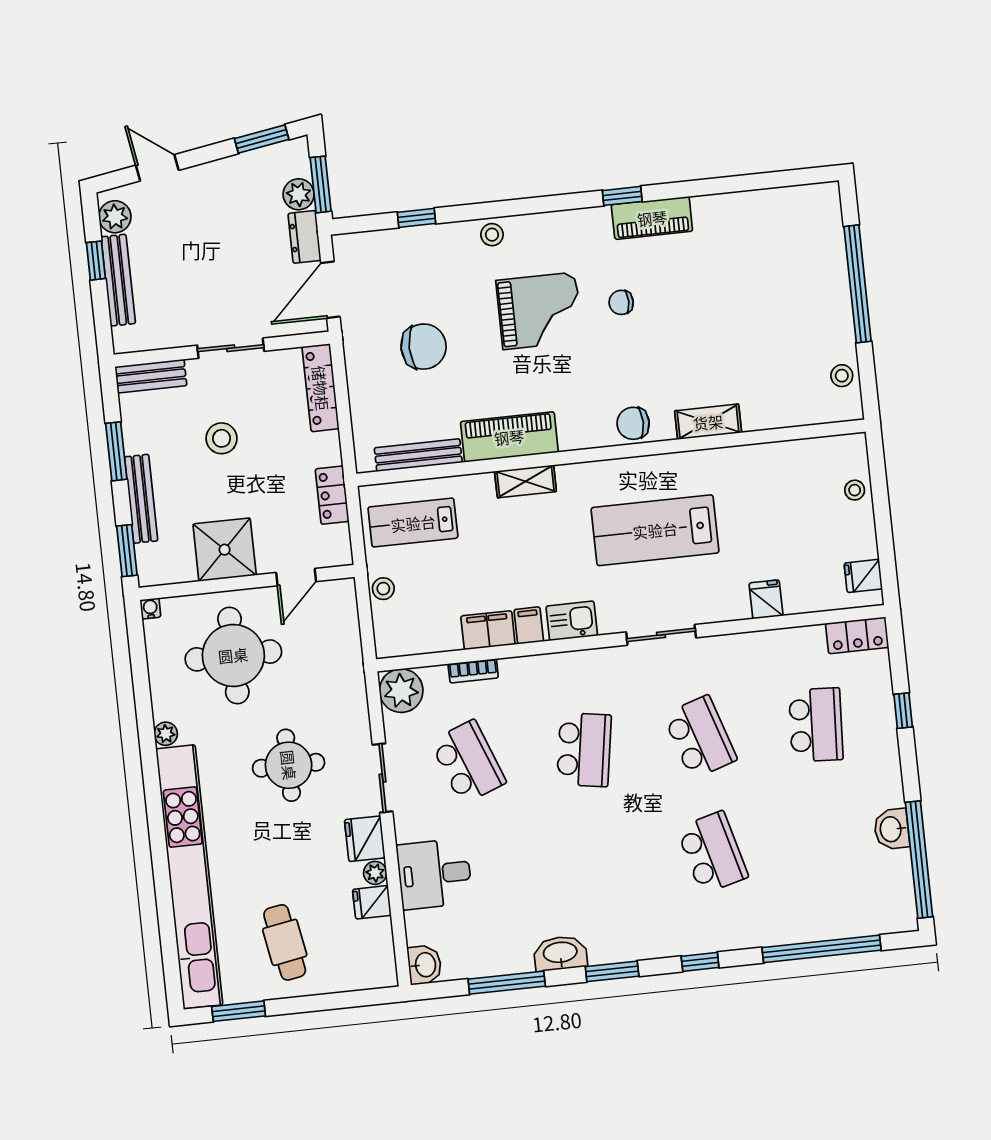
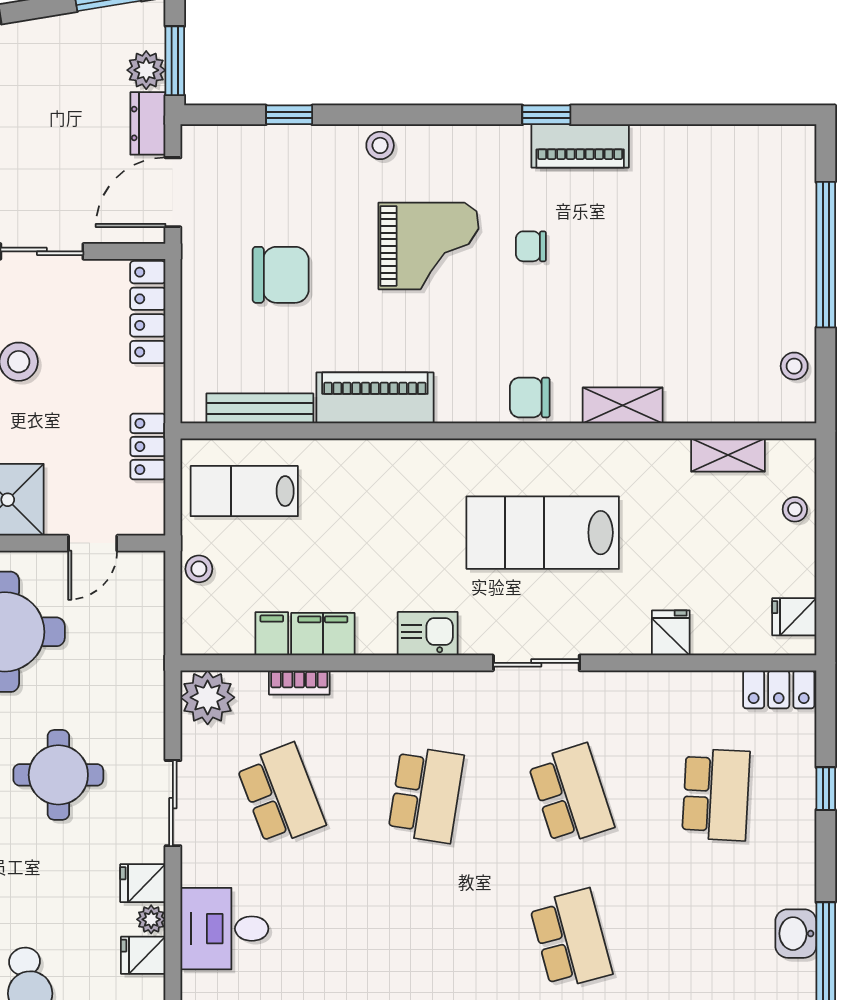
shelving: (525, 481) -> (728, 455), moved
filing cabinet: (529, 625) -> (272, 634), moved
fridge: (365, 839) -> (143, 883), width x0.72

